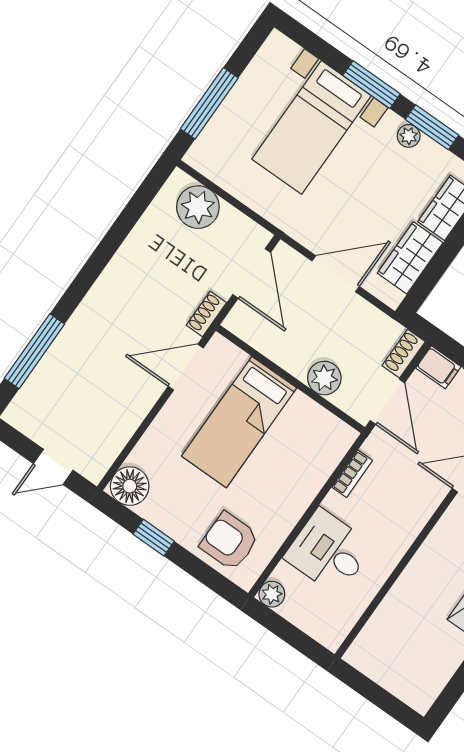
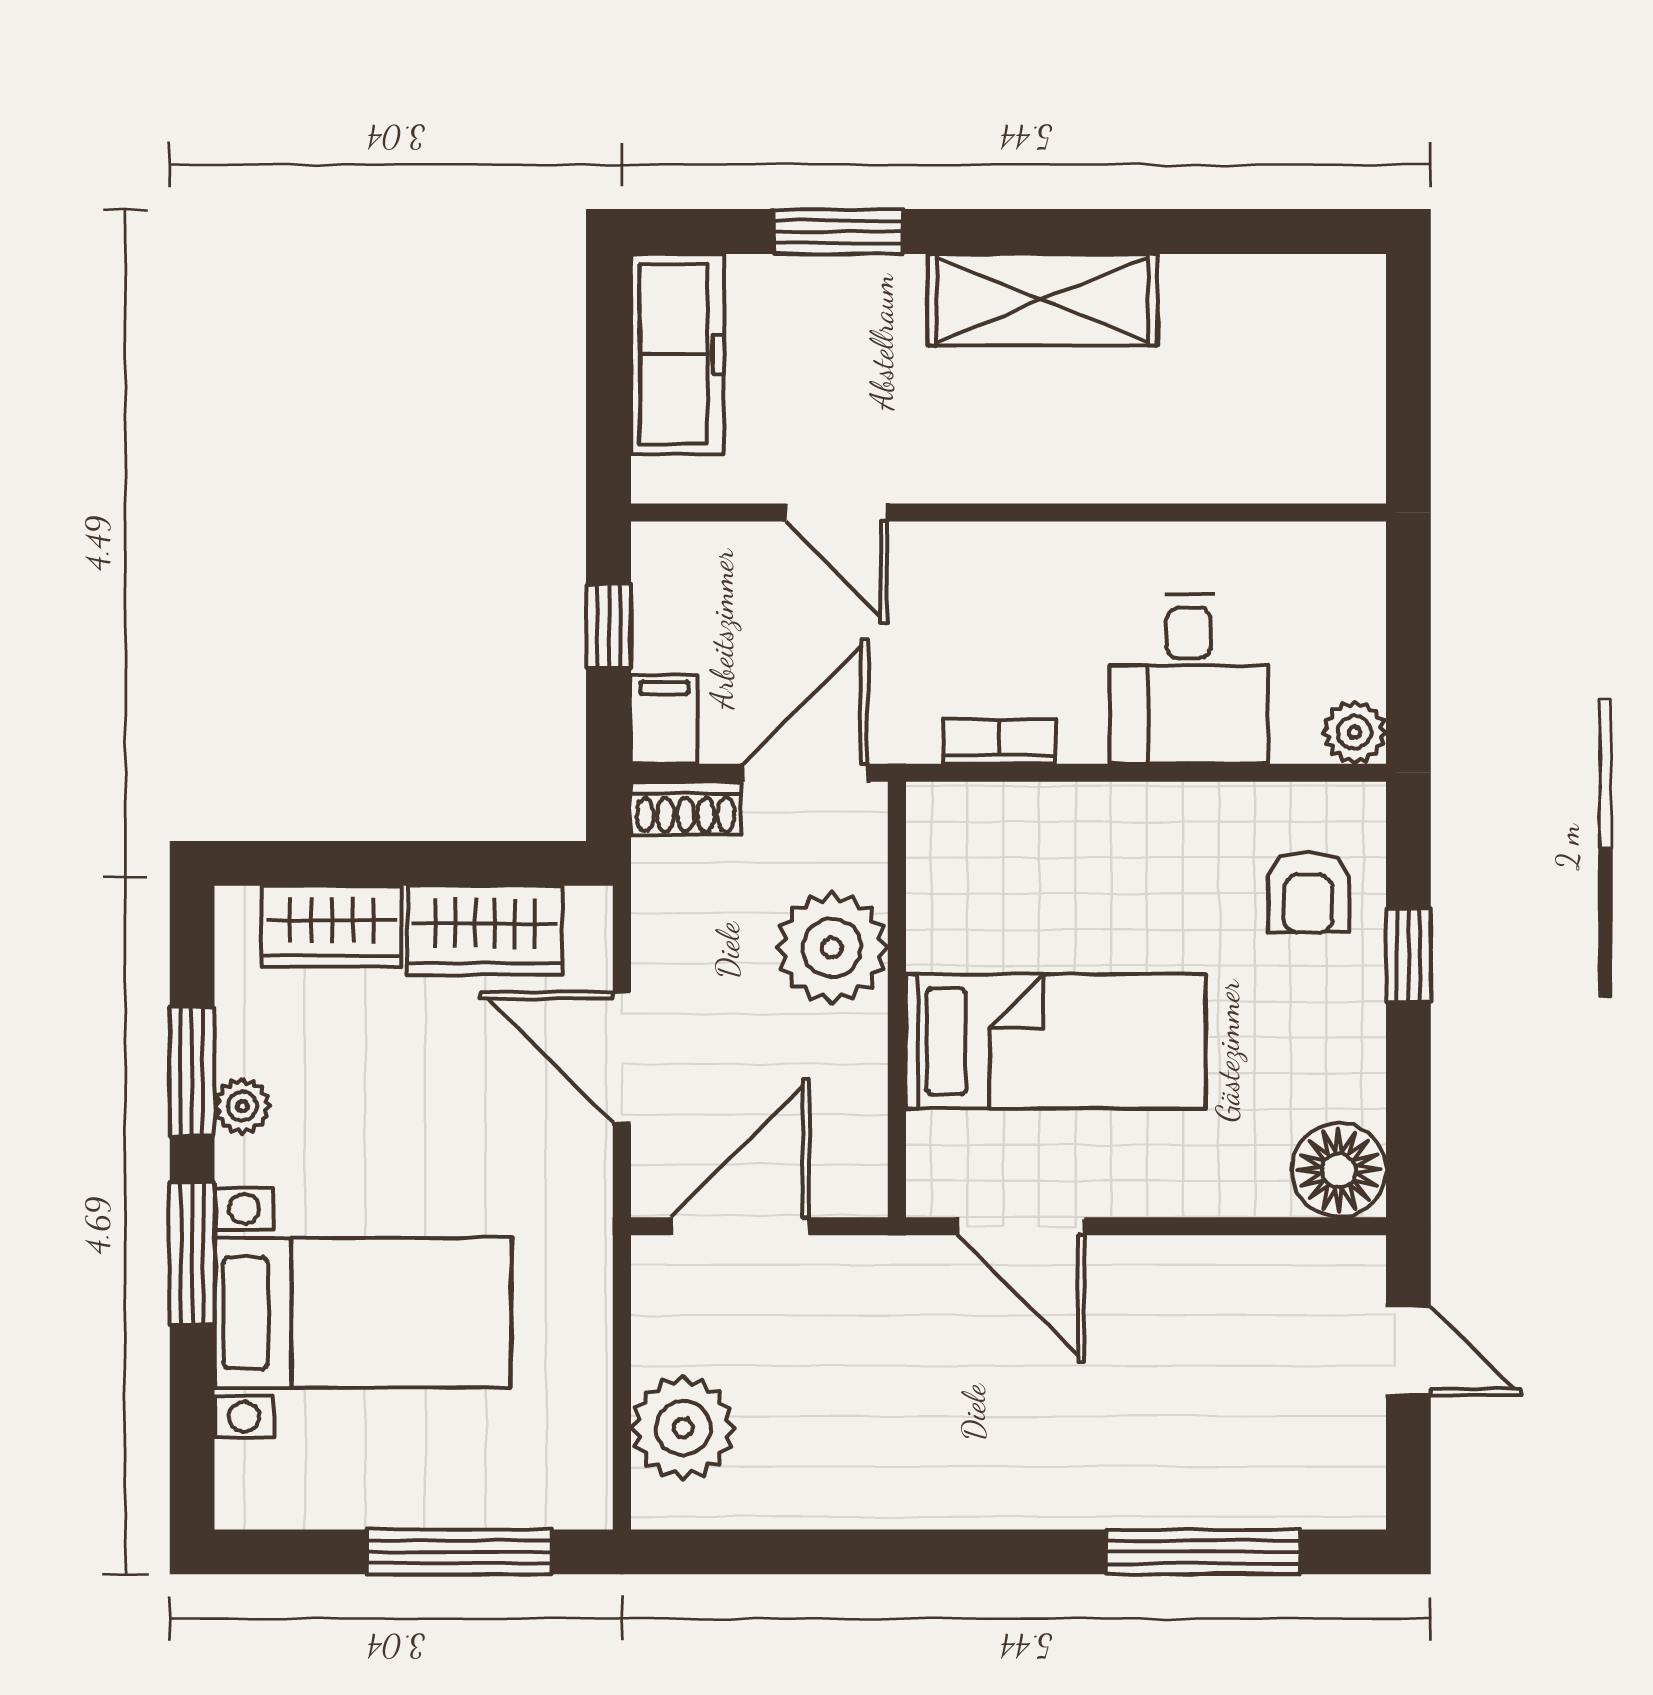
shoe rack: (206, 314) -> (885, 1260), removed
plant: (324, 378) -> (832, 948), width x1.36, depth x1.36
window: (154, 538) -> (1408, 955), moved
armchair: (229, 541) -> (1308, 892), width x0.72, depth x0.72

